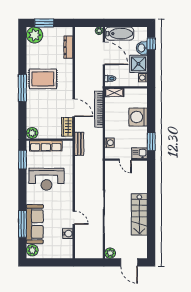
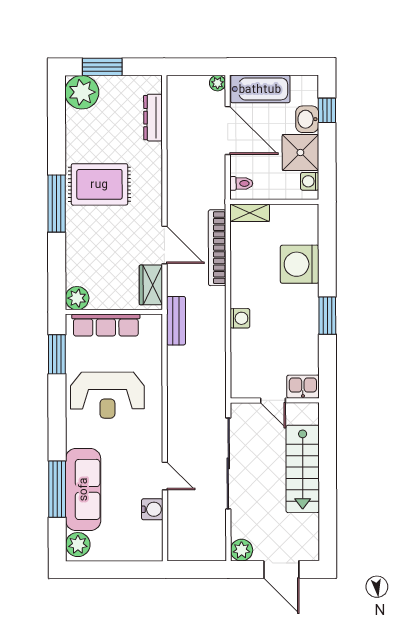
kitchen sink: (140, 153) -> (303, 387), moved
door: (125, 160) -> (273, 400), moved
wall: (126, 160) -> (275, 400), moved

